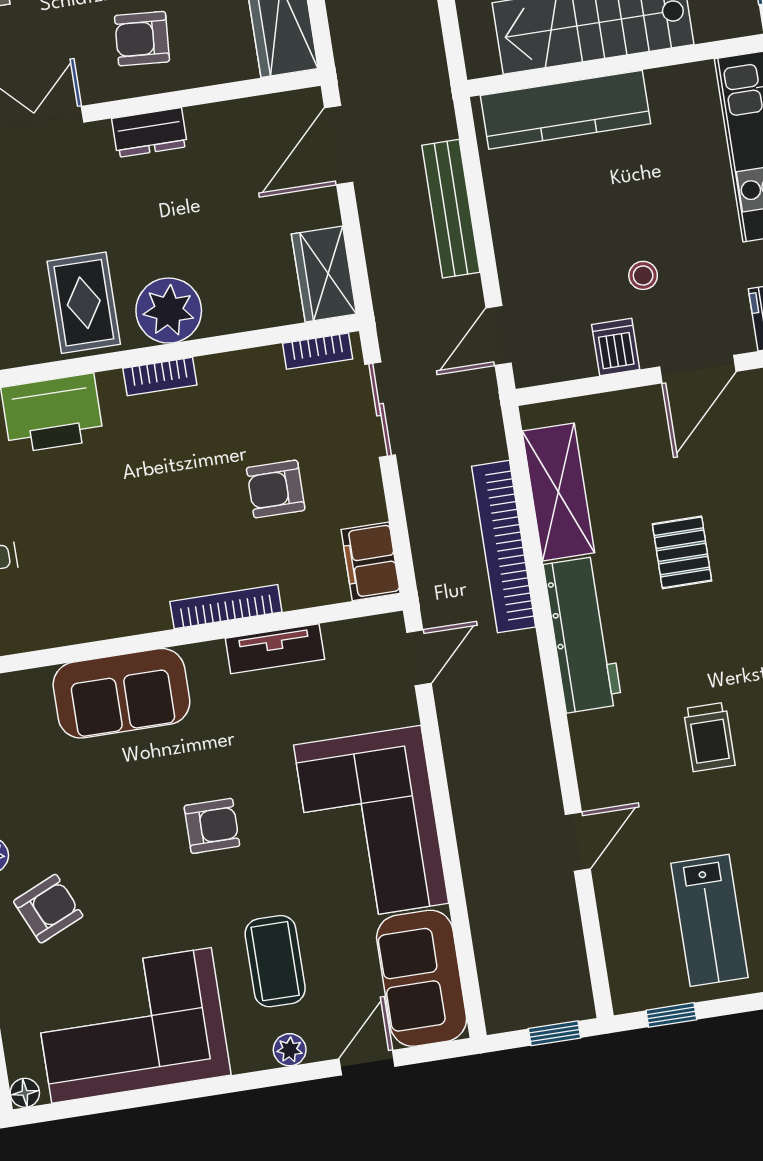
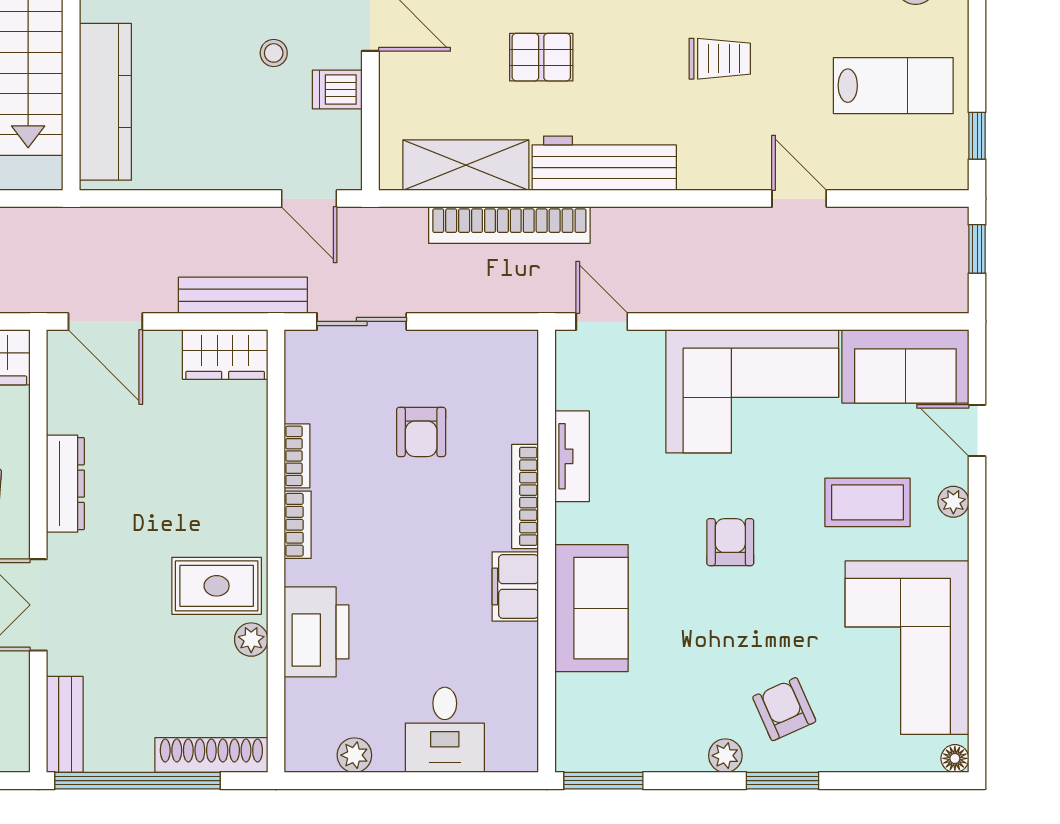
dresser: (150, 133) -> (65, 484), width x1.44
bench: (451, 209) -> (243, 295), moved
plant: (169, 311) -> (251, 640), moved, width x0.53, depth x0.53
bookcase: (318, 351) -> (297, 456), moved
filing cabinet: (371, 561) -> (515, 586), moved, turned 90

